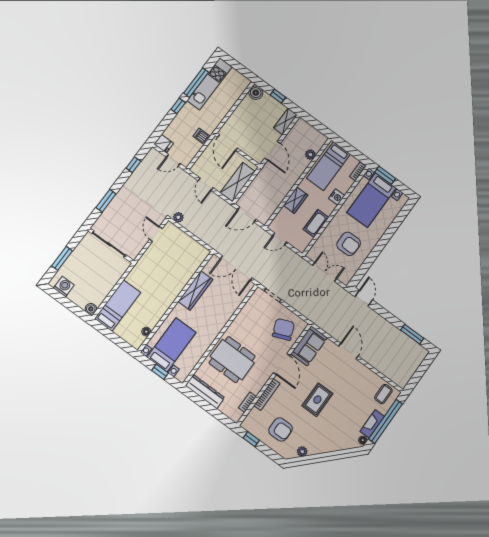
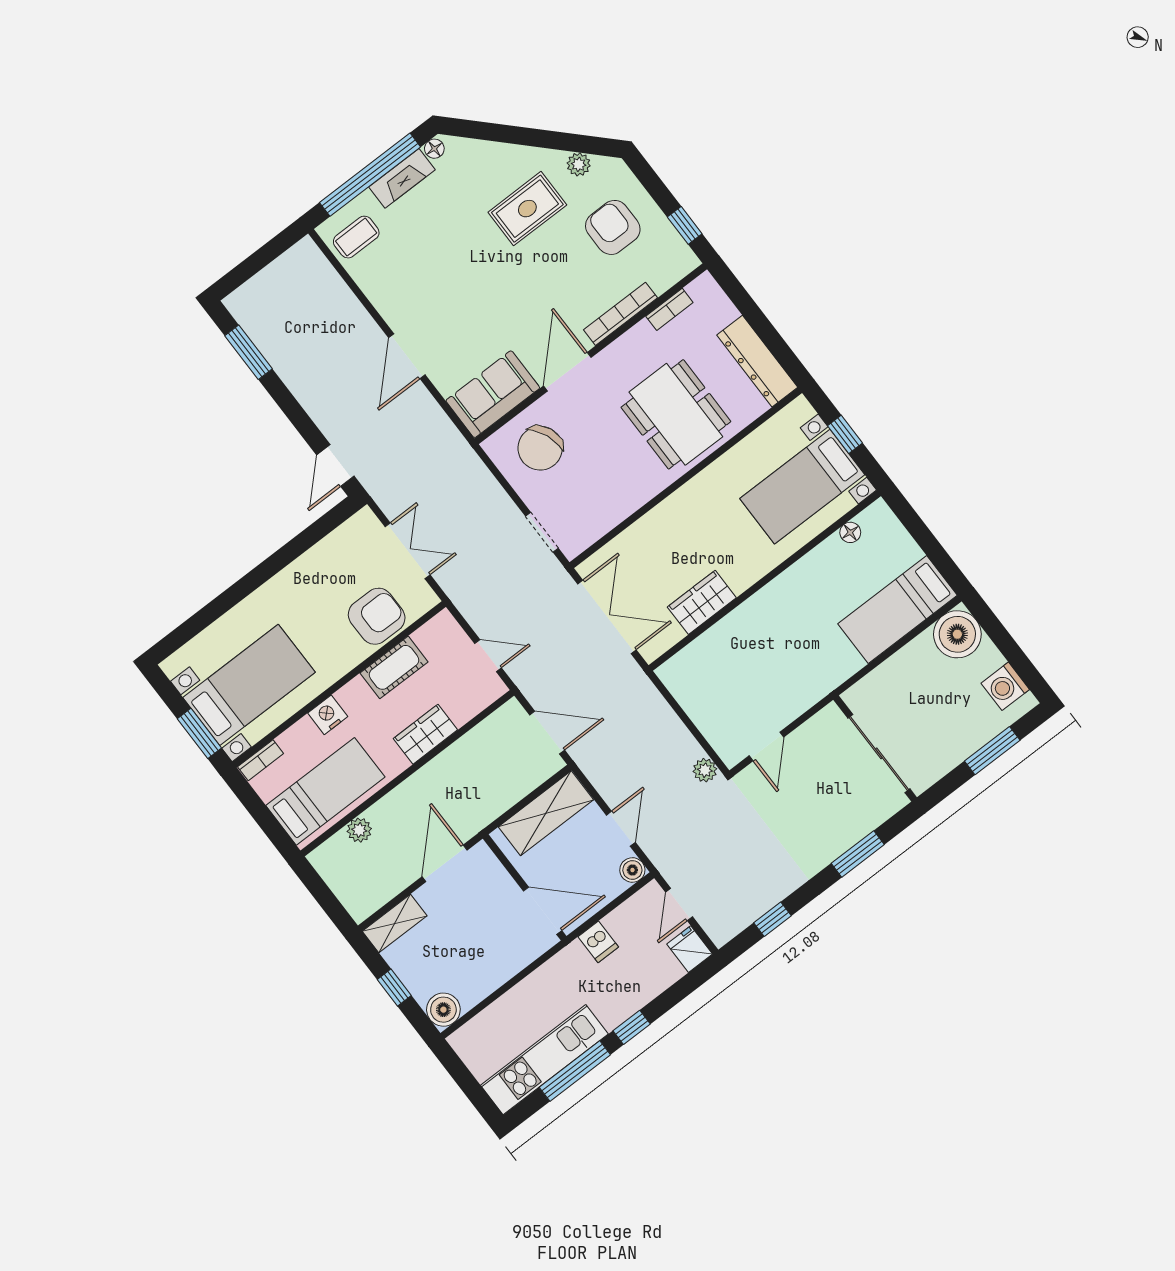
door: (228, 143) -> (543, 911), hinge flipped
door: (173, 160) -> (679, 904), swing flipped
boiler: (196, 169) -> (632, 870), added
armchair: (349, 244) -> (377, 616), moved, turned 90
double door: (325, 272) -> (408, 551), swing flipped
wardrobe: (195, 290) -> (702, 602), width x0.67
boiler: (91, 309) -> (957, 634), width x1.86, depth x1.86
rug: (317, 400) -> (527, 209), moved

